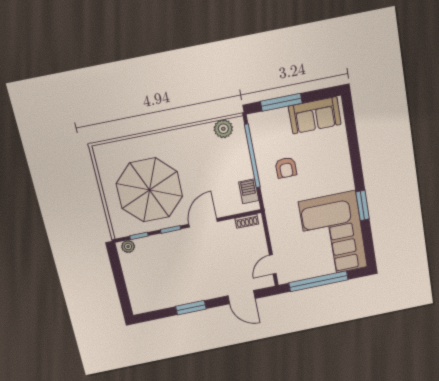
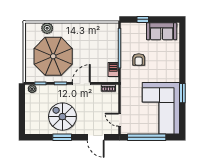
window: (281, 102) -> (143, 19), width x0.46
plant: (223, 129) -> (47, 28), moved
door: (273, 264) -> (119, 120), hinge flipped
spiral stairs: (185, 278) -> (62, 117), added

